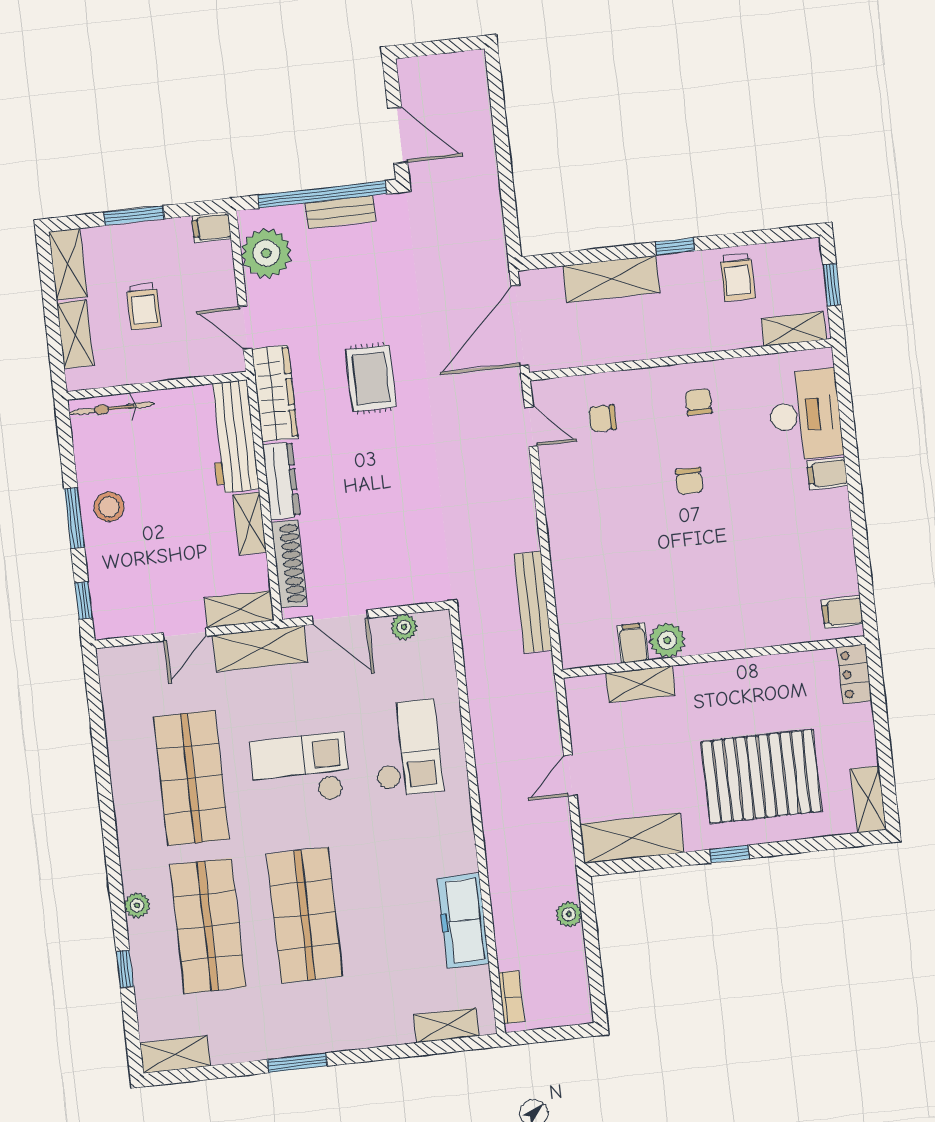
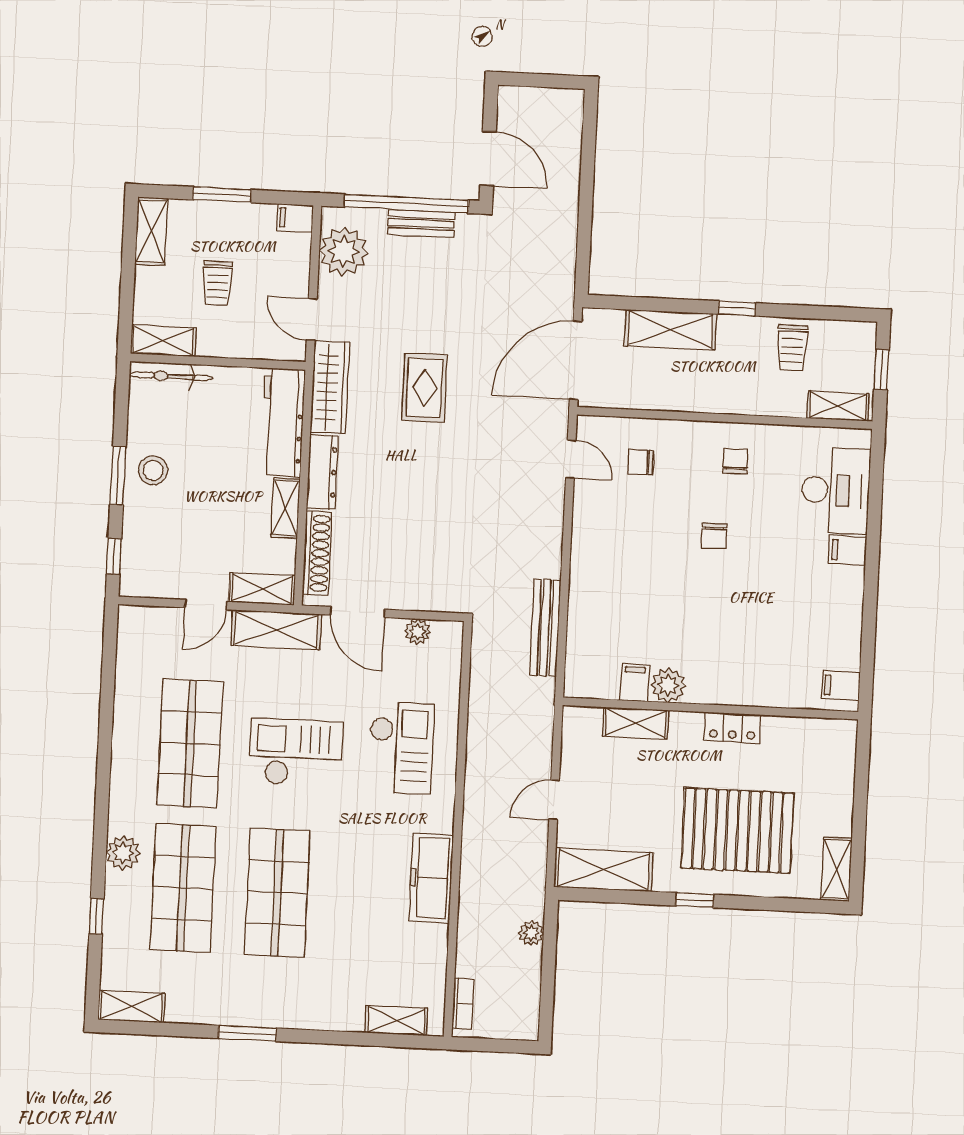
shelving: (75, 334) -> (163, 341), moved, turned 90
locker: (854, 674) -> (732, 728), moved, turned -90
plant: (137, 905) -> (123, 853), width x1.38, depth x1.38
freezer: (463, 921) -> (431, 878), moved

